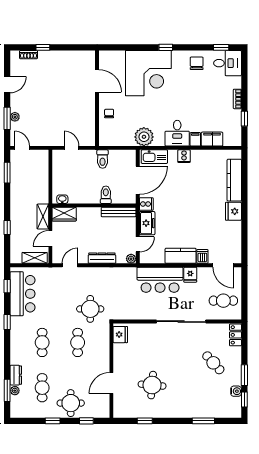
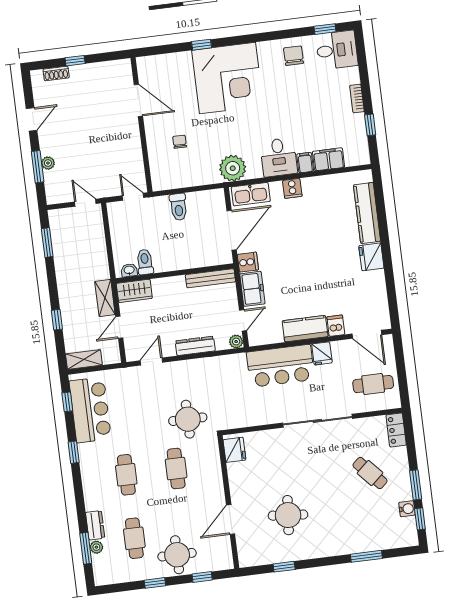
window: (166, 47) -> (202, 45), moved
door: (97, 81) -> (138, 100), moved
wall: (97, 98) -> (141, 125), moved
door: (22, 148) -> (85, 203), moved
toilet: (106, 195) -> (145, 262), moved
shelving: (35, 258) -> (84, 360), moved

